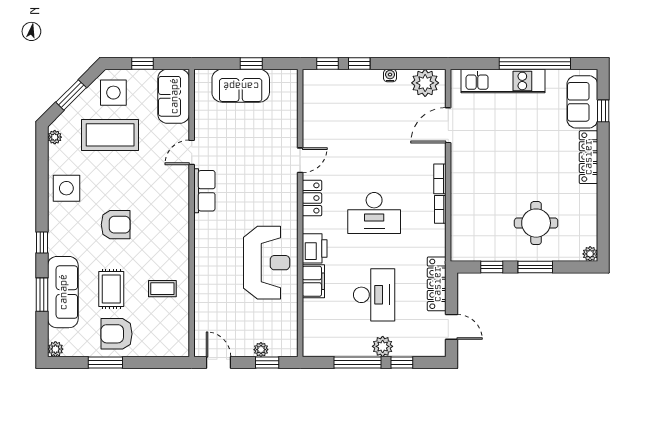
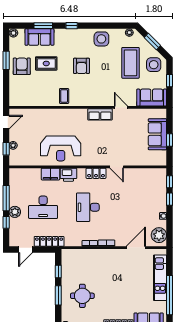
door: (448, 125) -> (136, 248), hinge flipped
coffee table: (162, 289) -> (64, 96), moved
sofa: (63, 292) -> (39, 37), width x0.73

